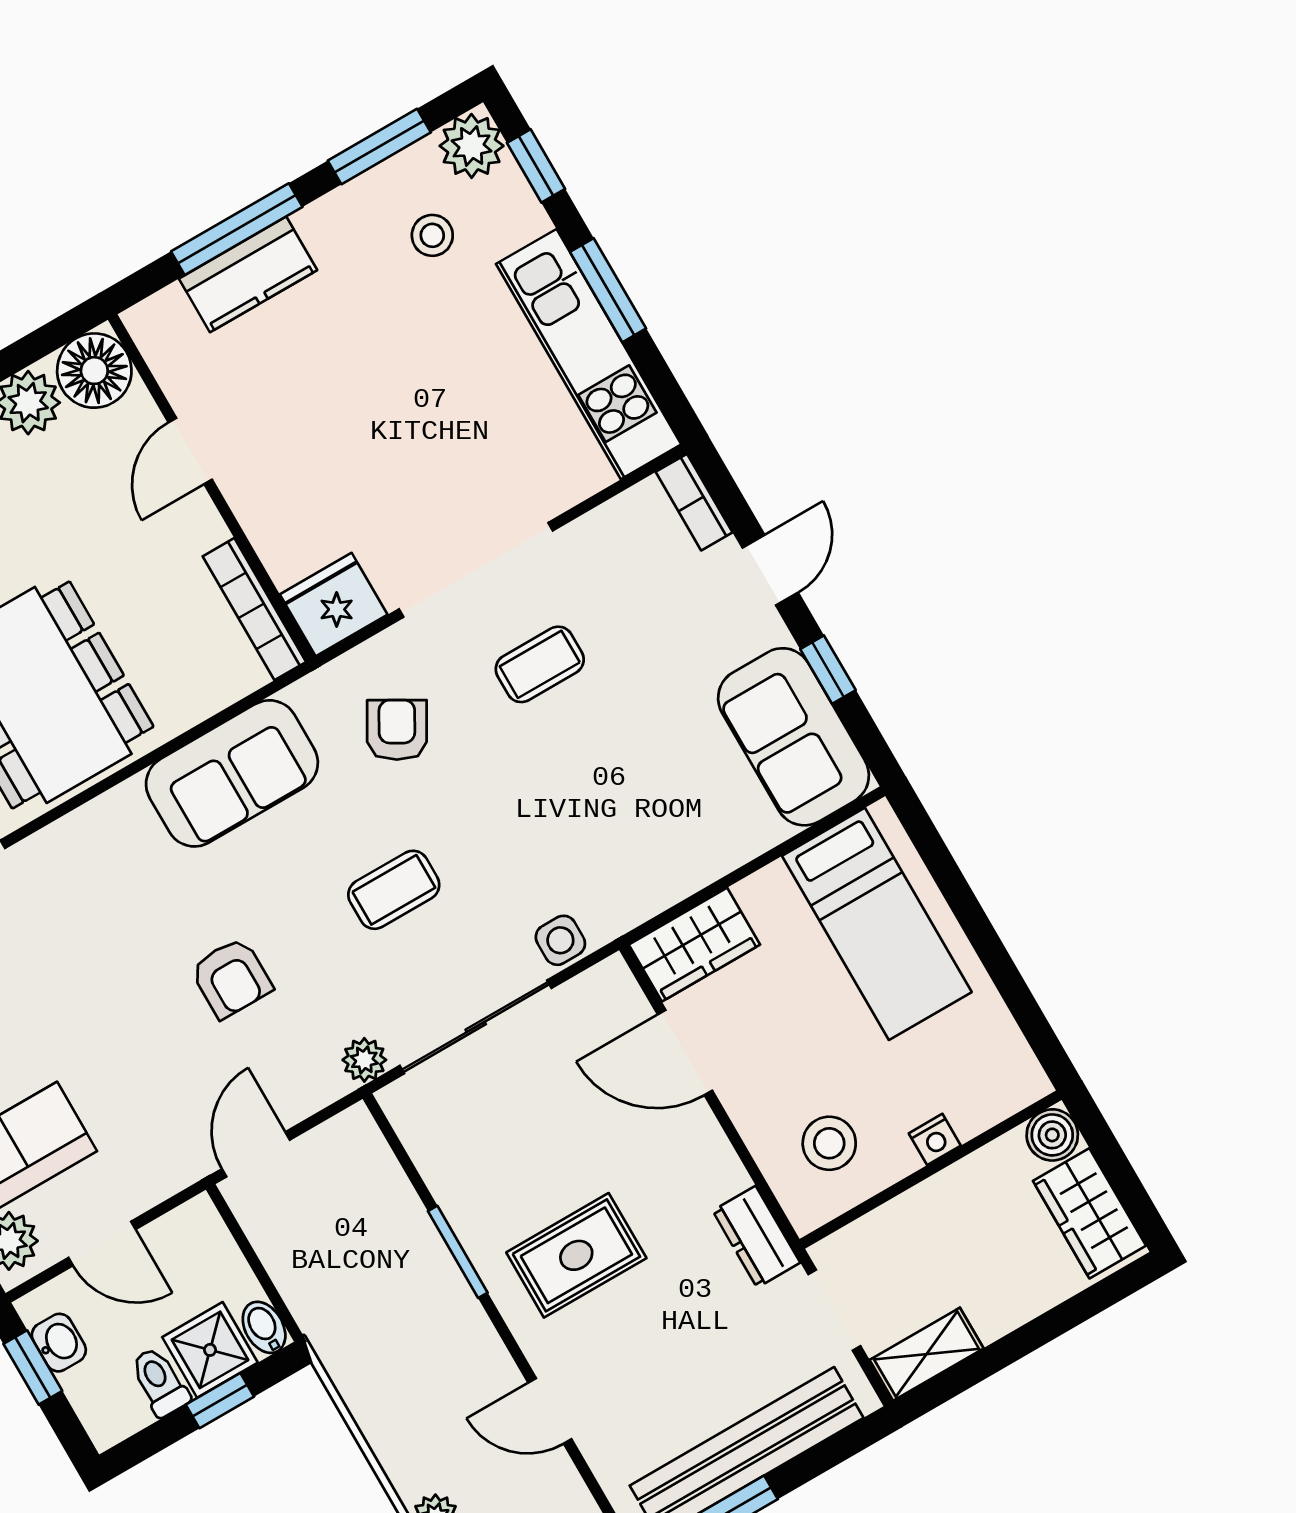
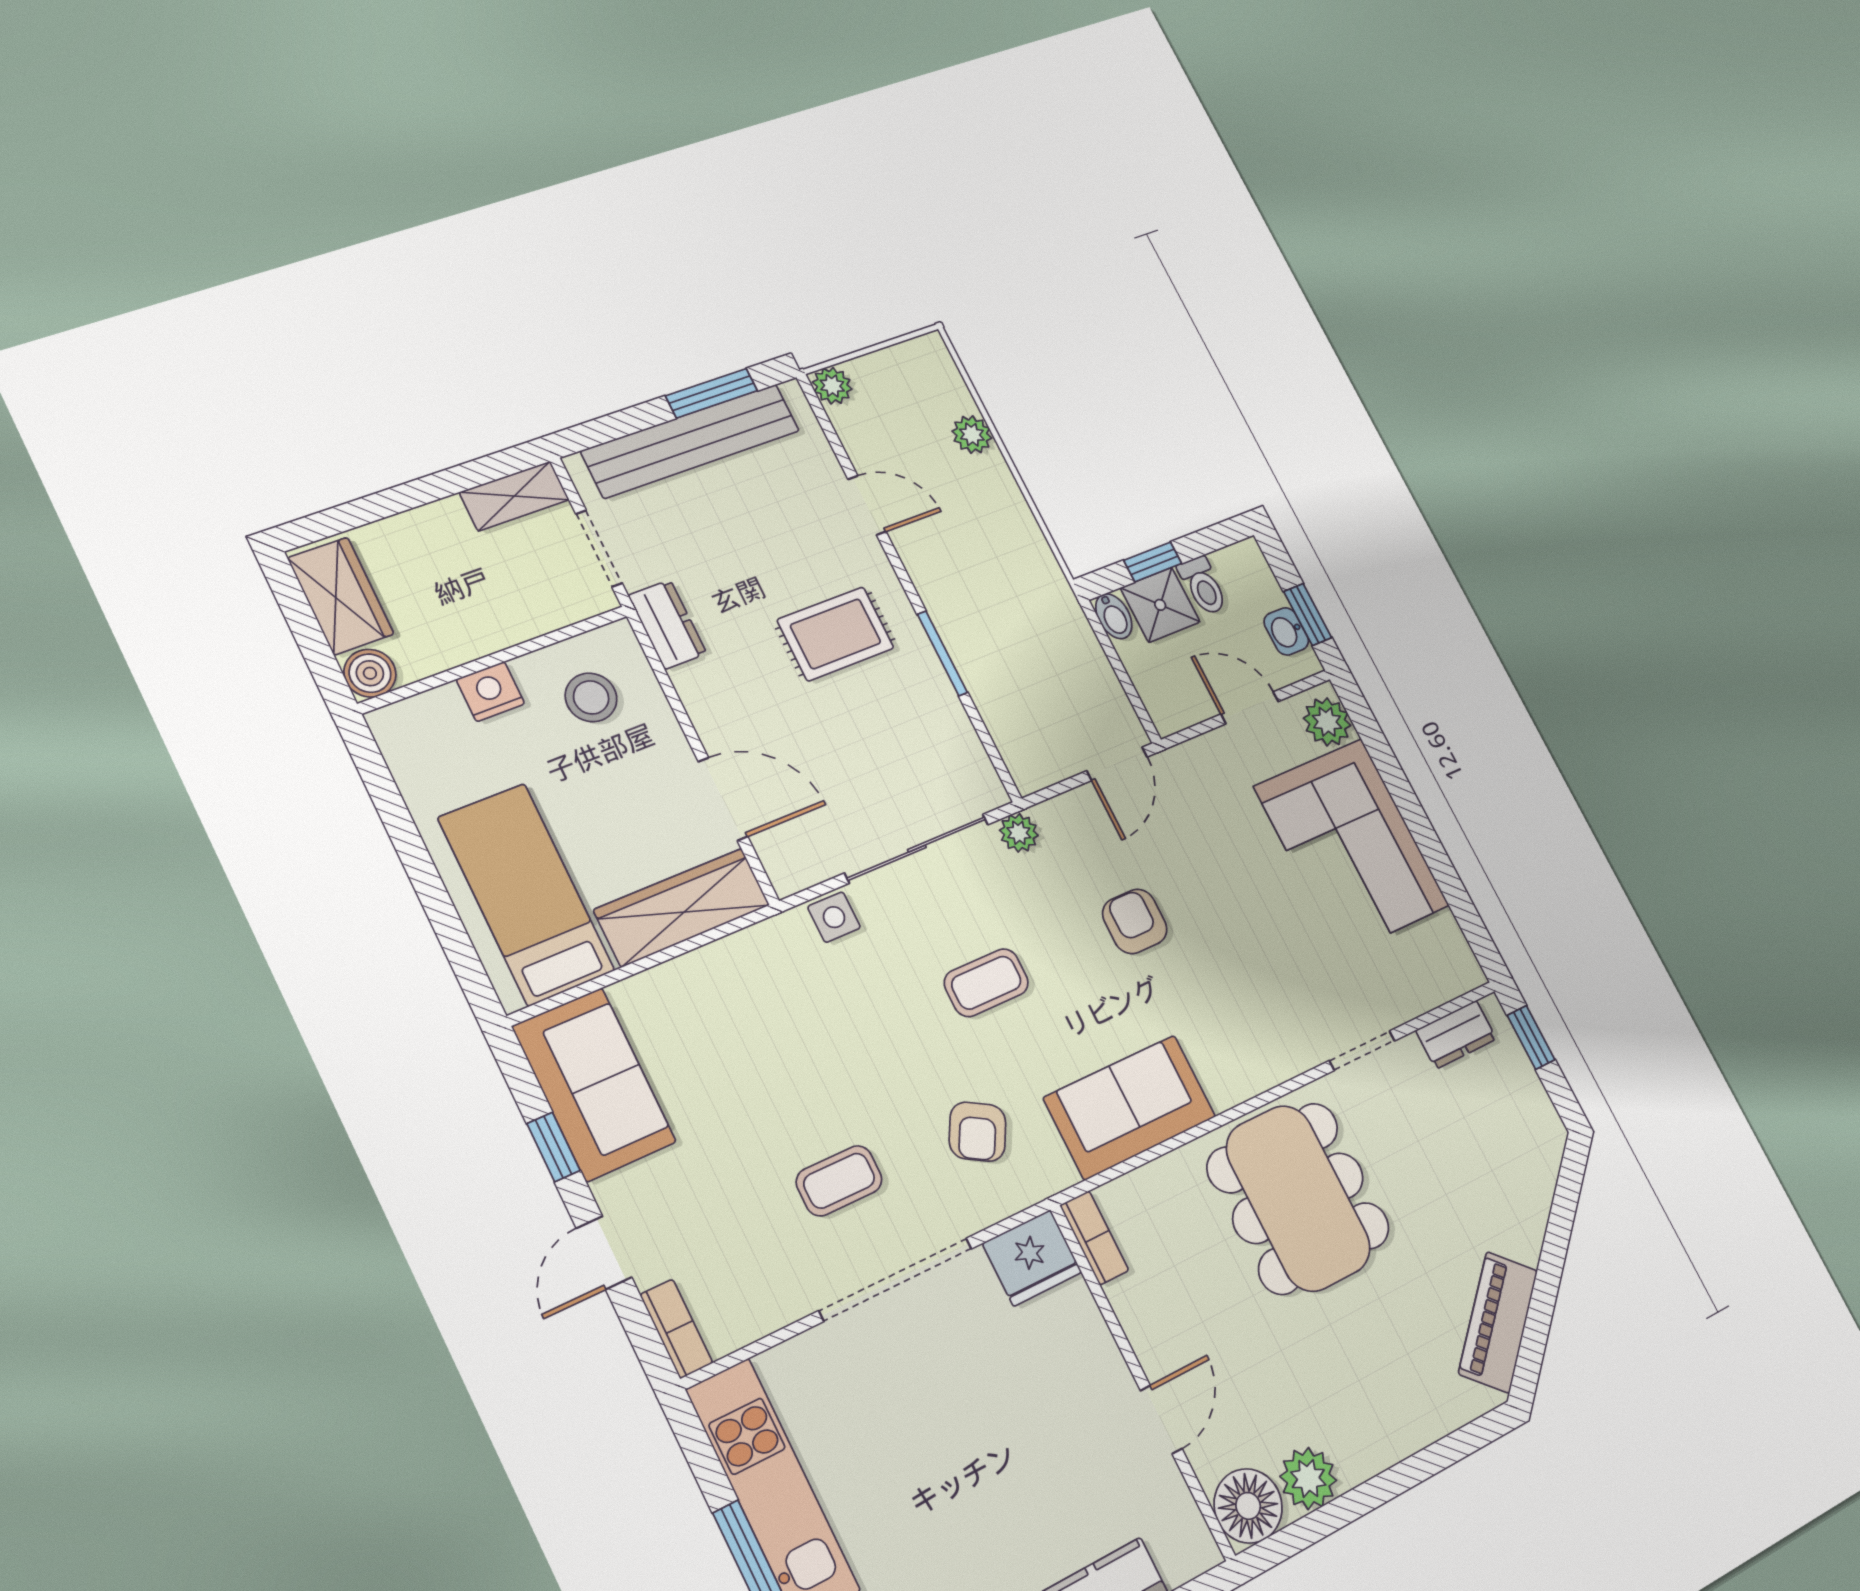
bookcase: (254, 609) -> (1094, 1238), width x0.64
wardrobe: (694, 945) -> (682, 907), width x1.50
nightstand: (935, 1139) -> (490, 692), width x1.39, depth x1.35

